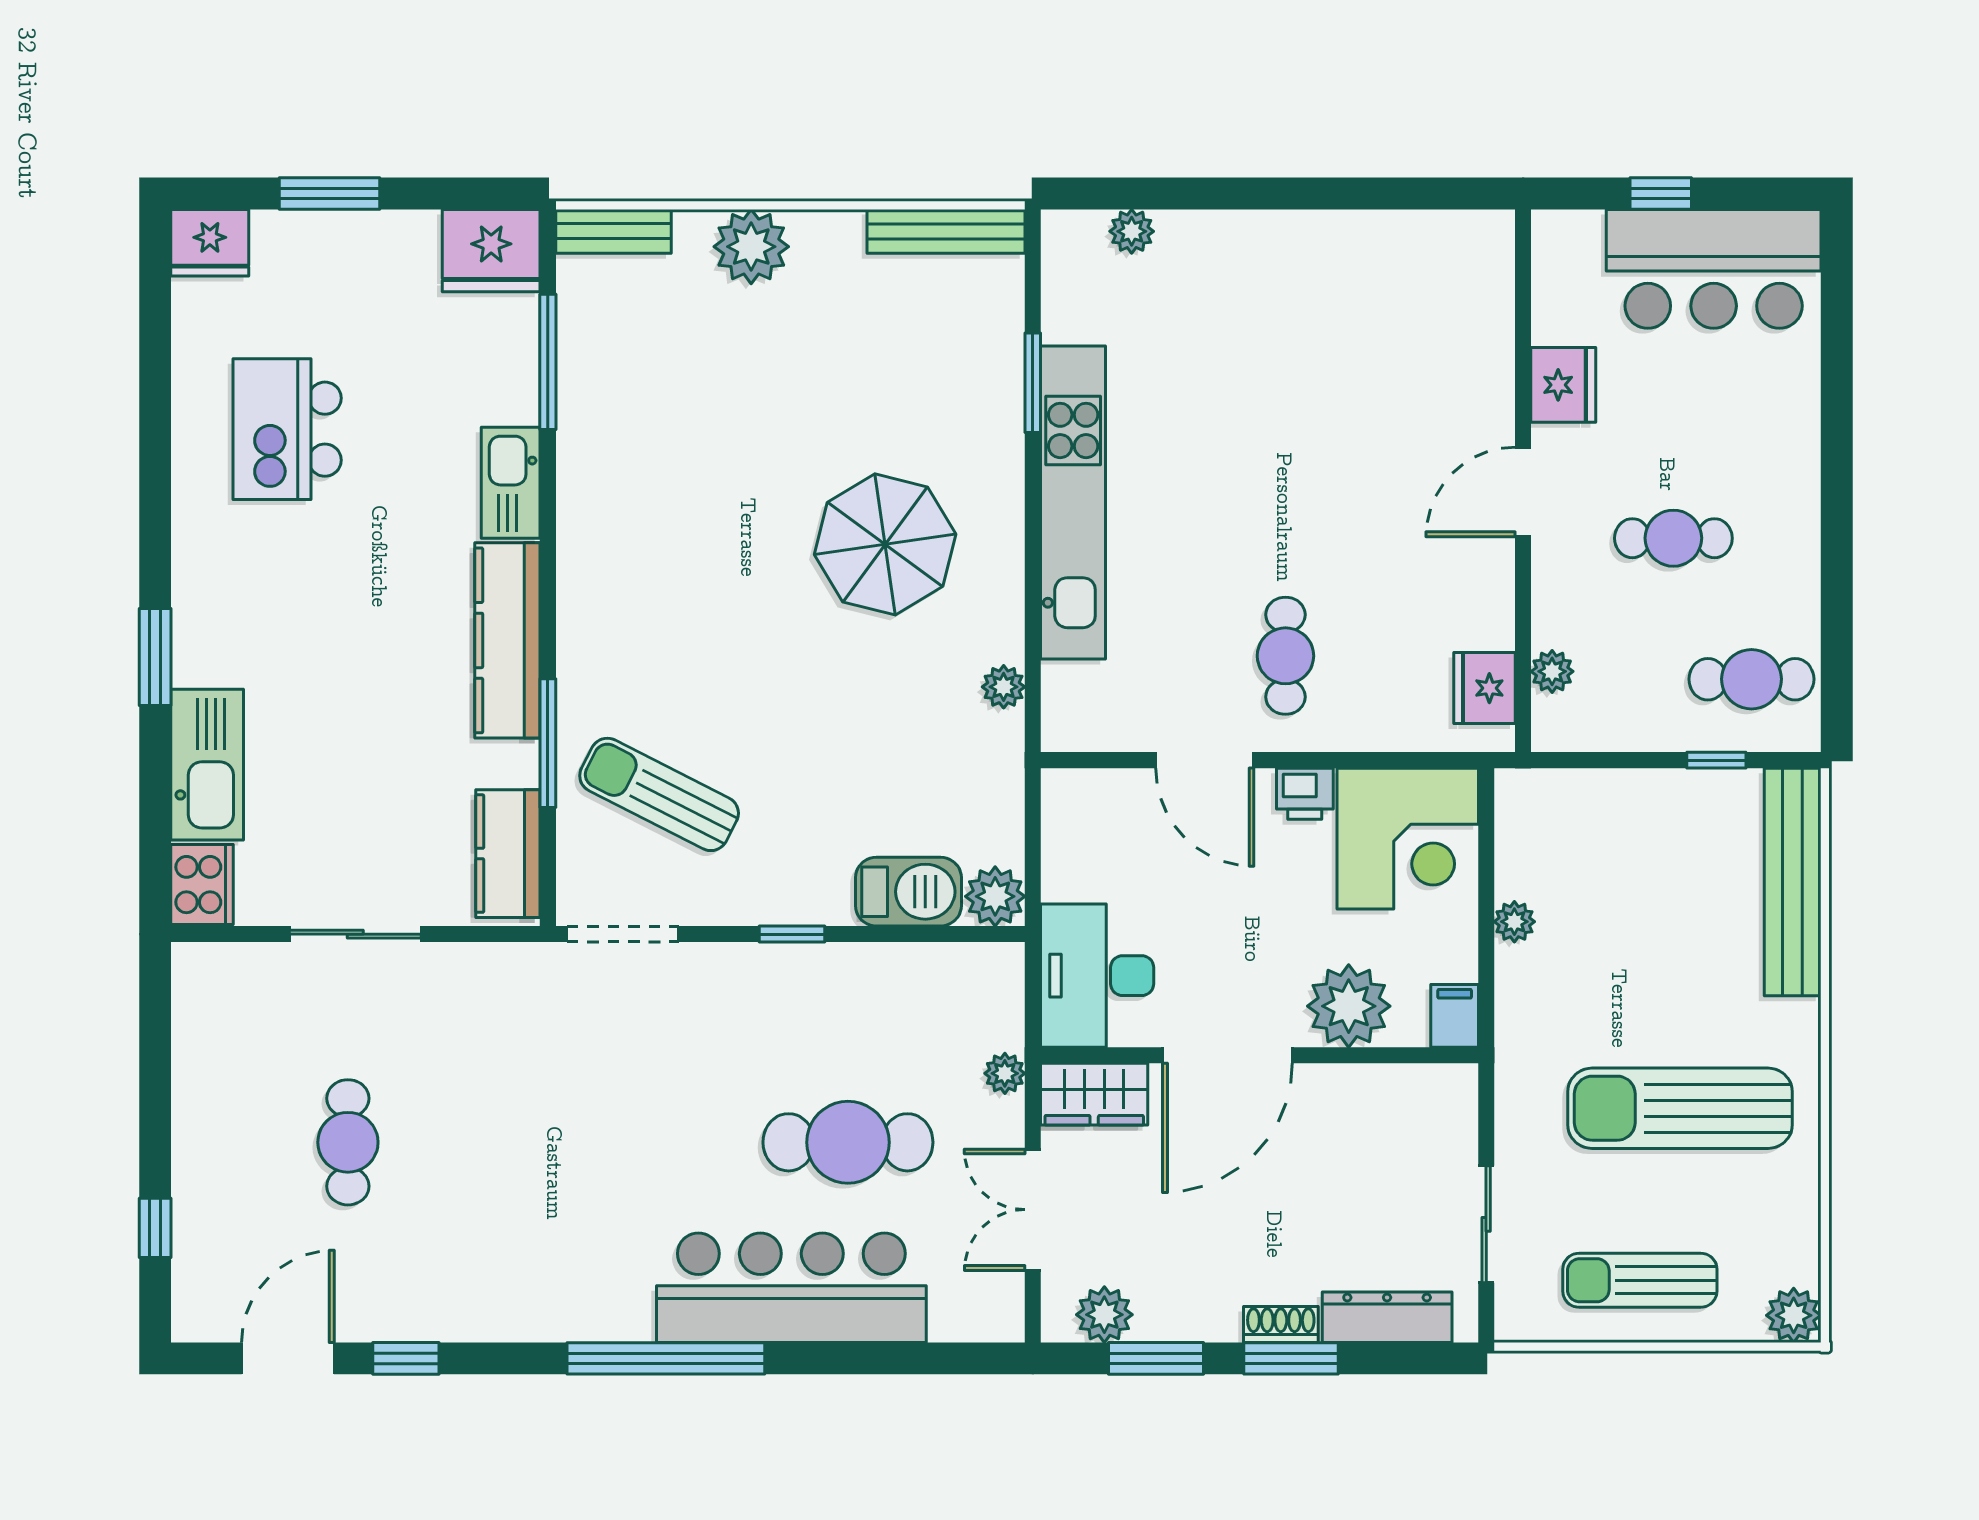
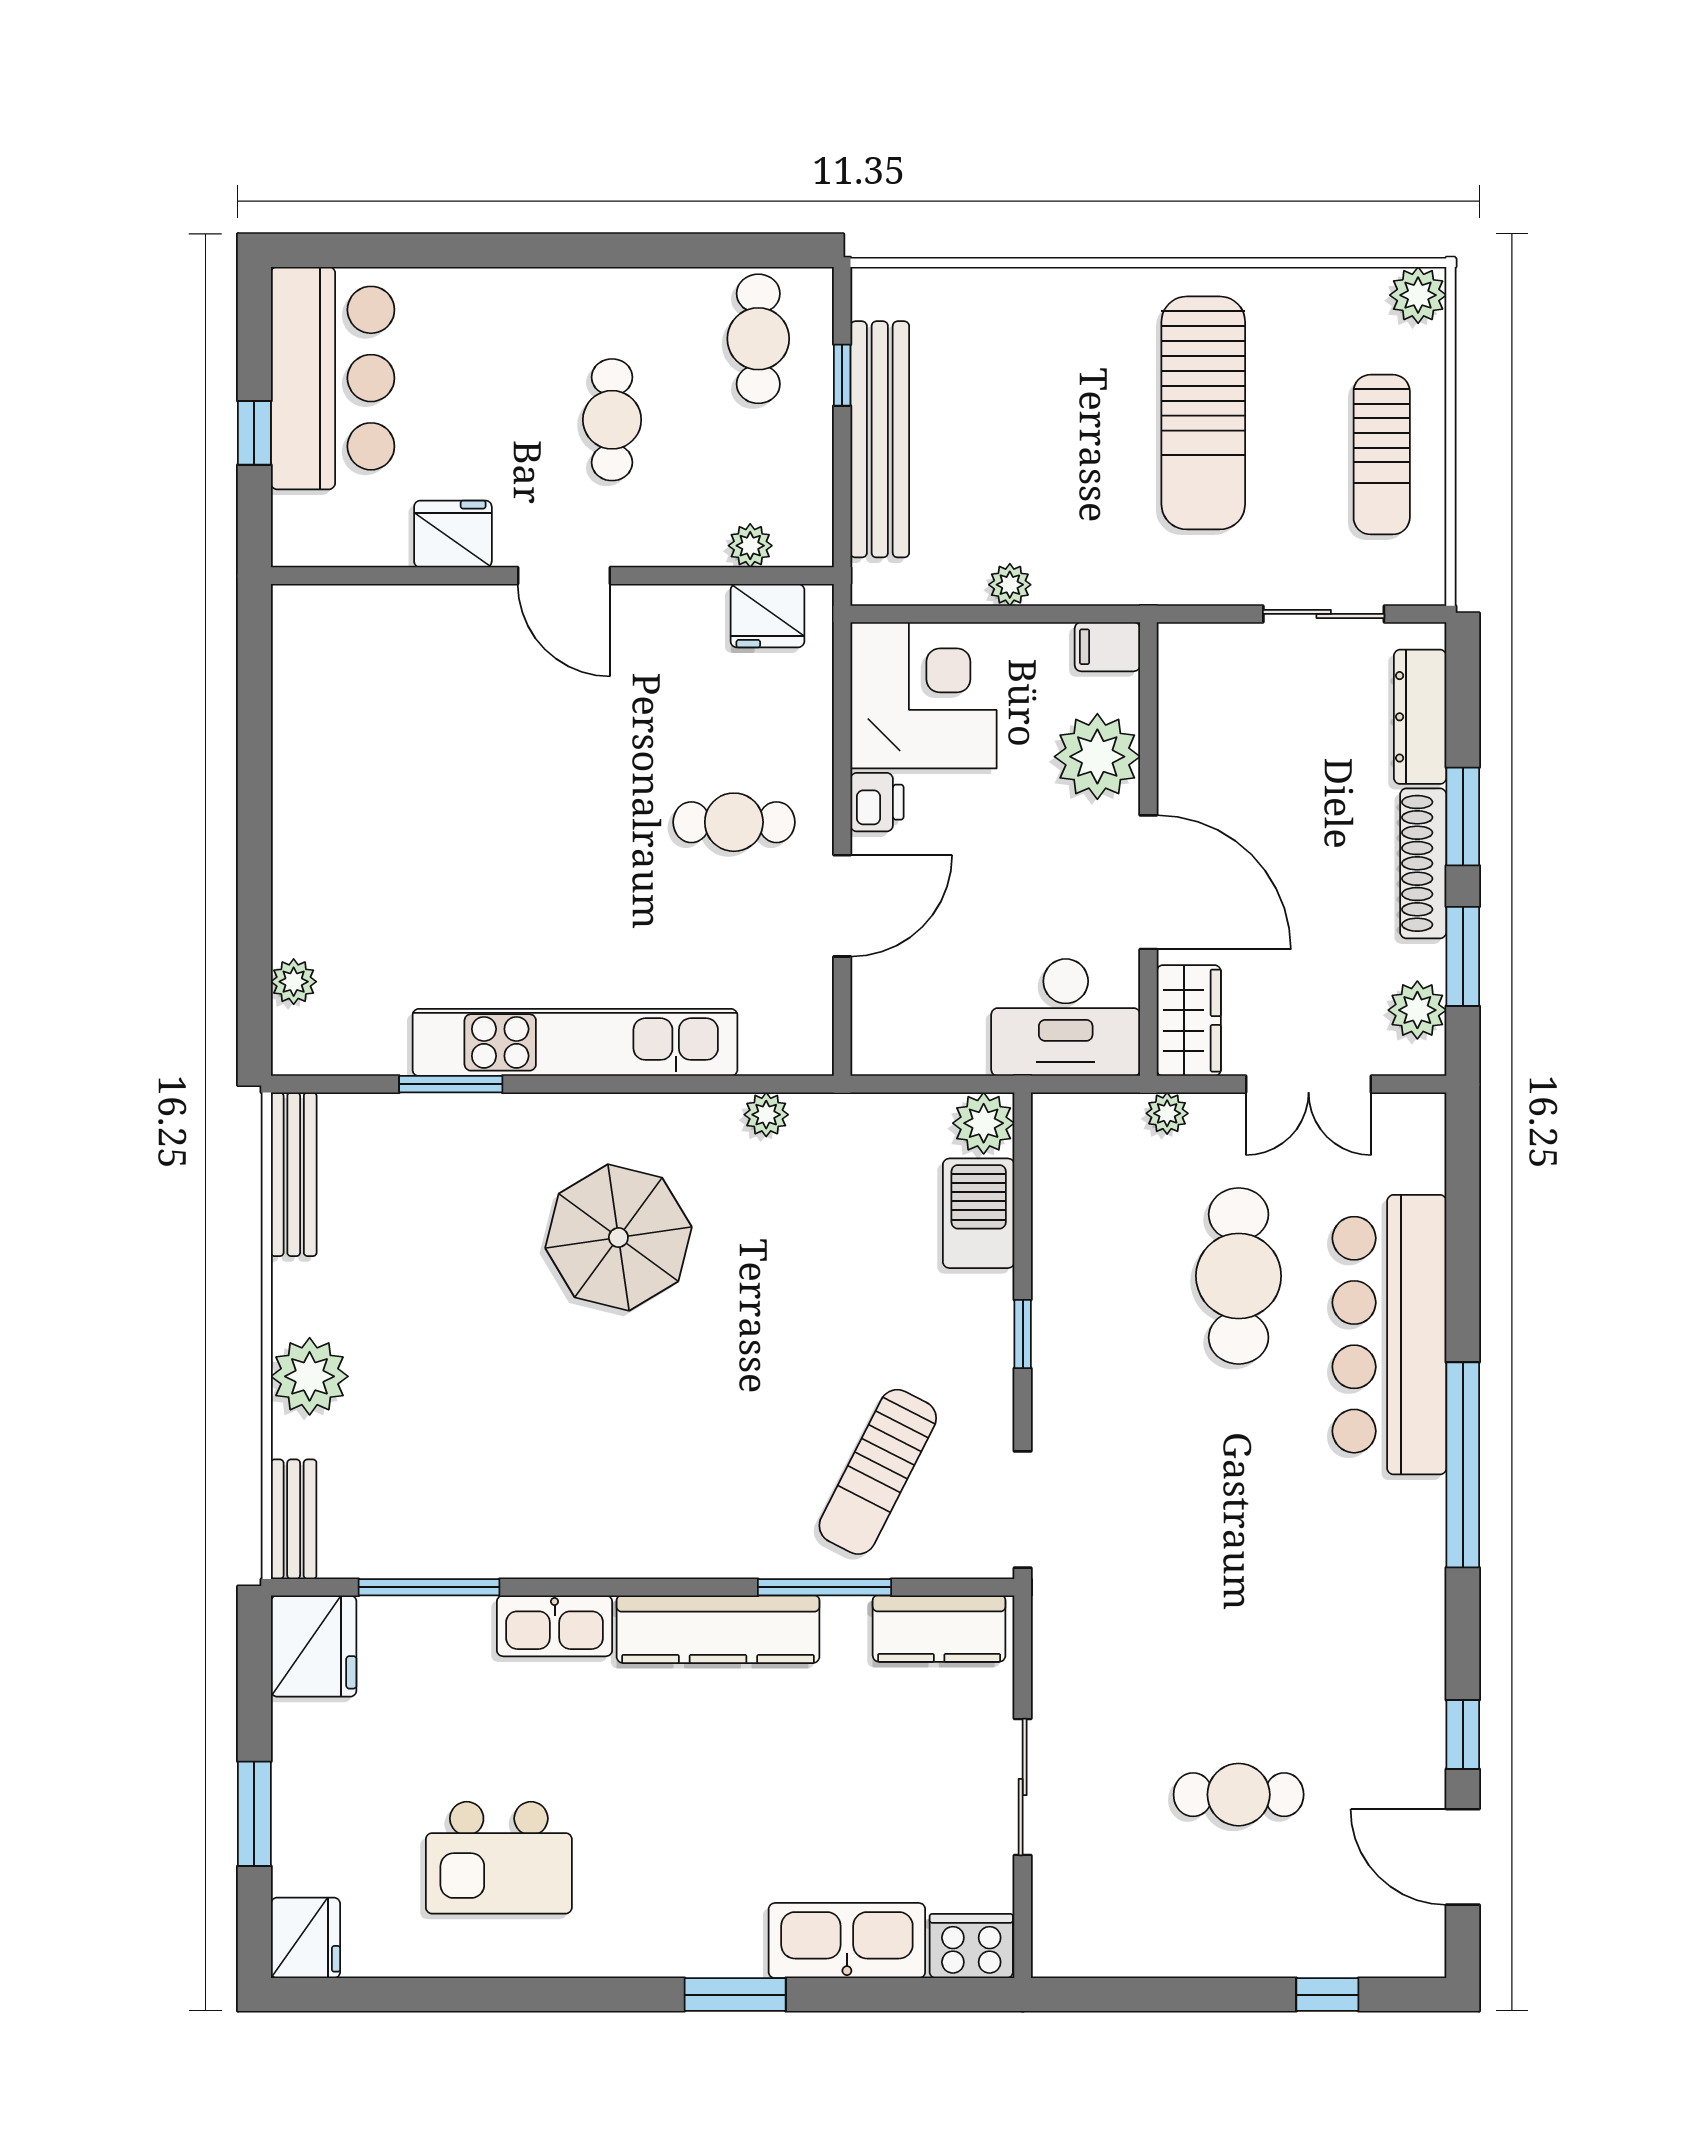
bench: (1793, 882) -> (880, 439), moved, turned 90
shoe rack: (1281, 1325) -> (1423, 863), width x1.94, depth x1.24

